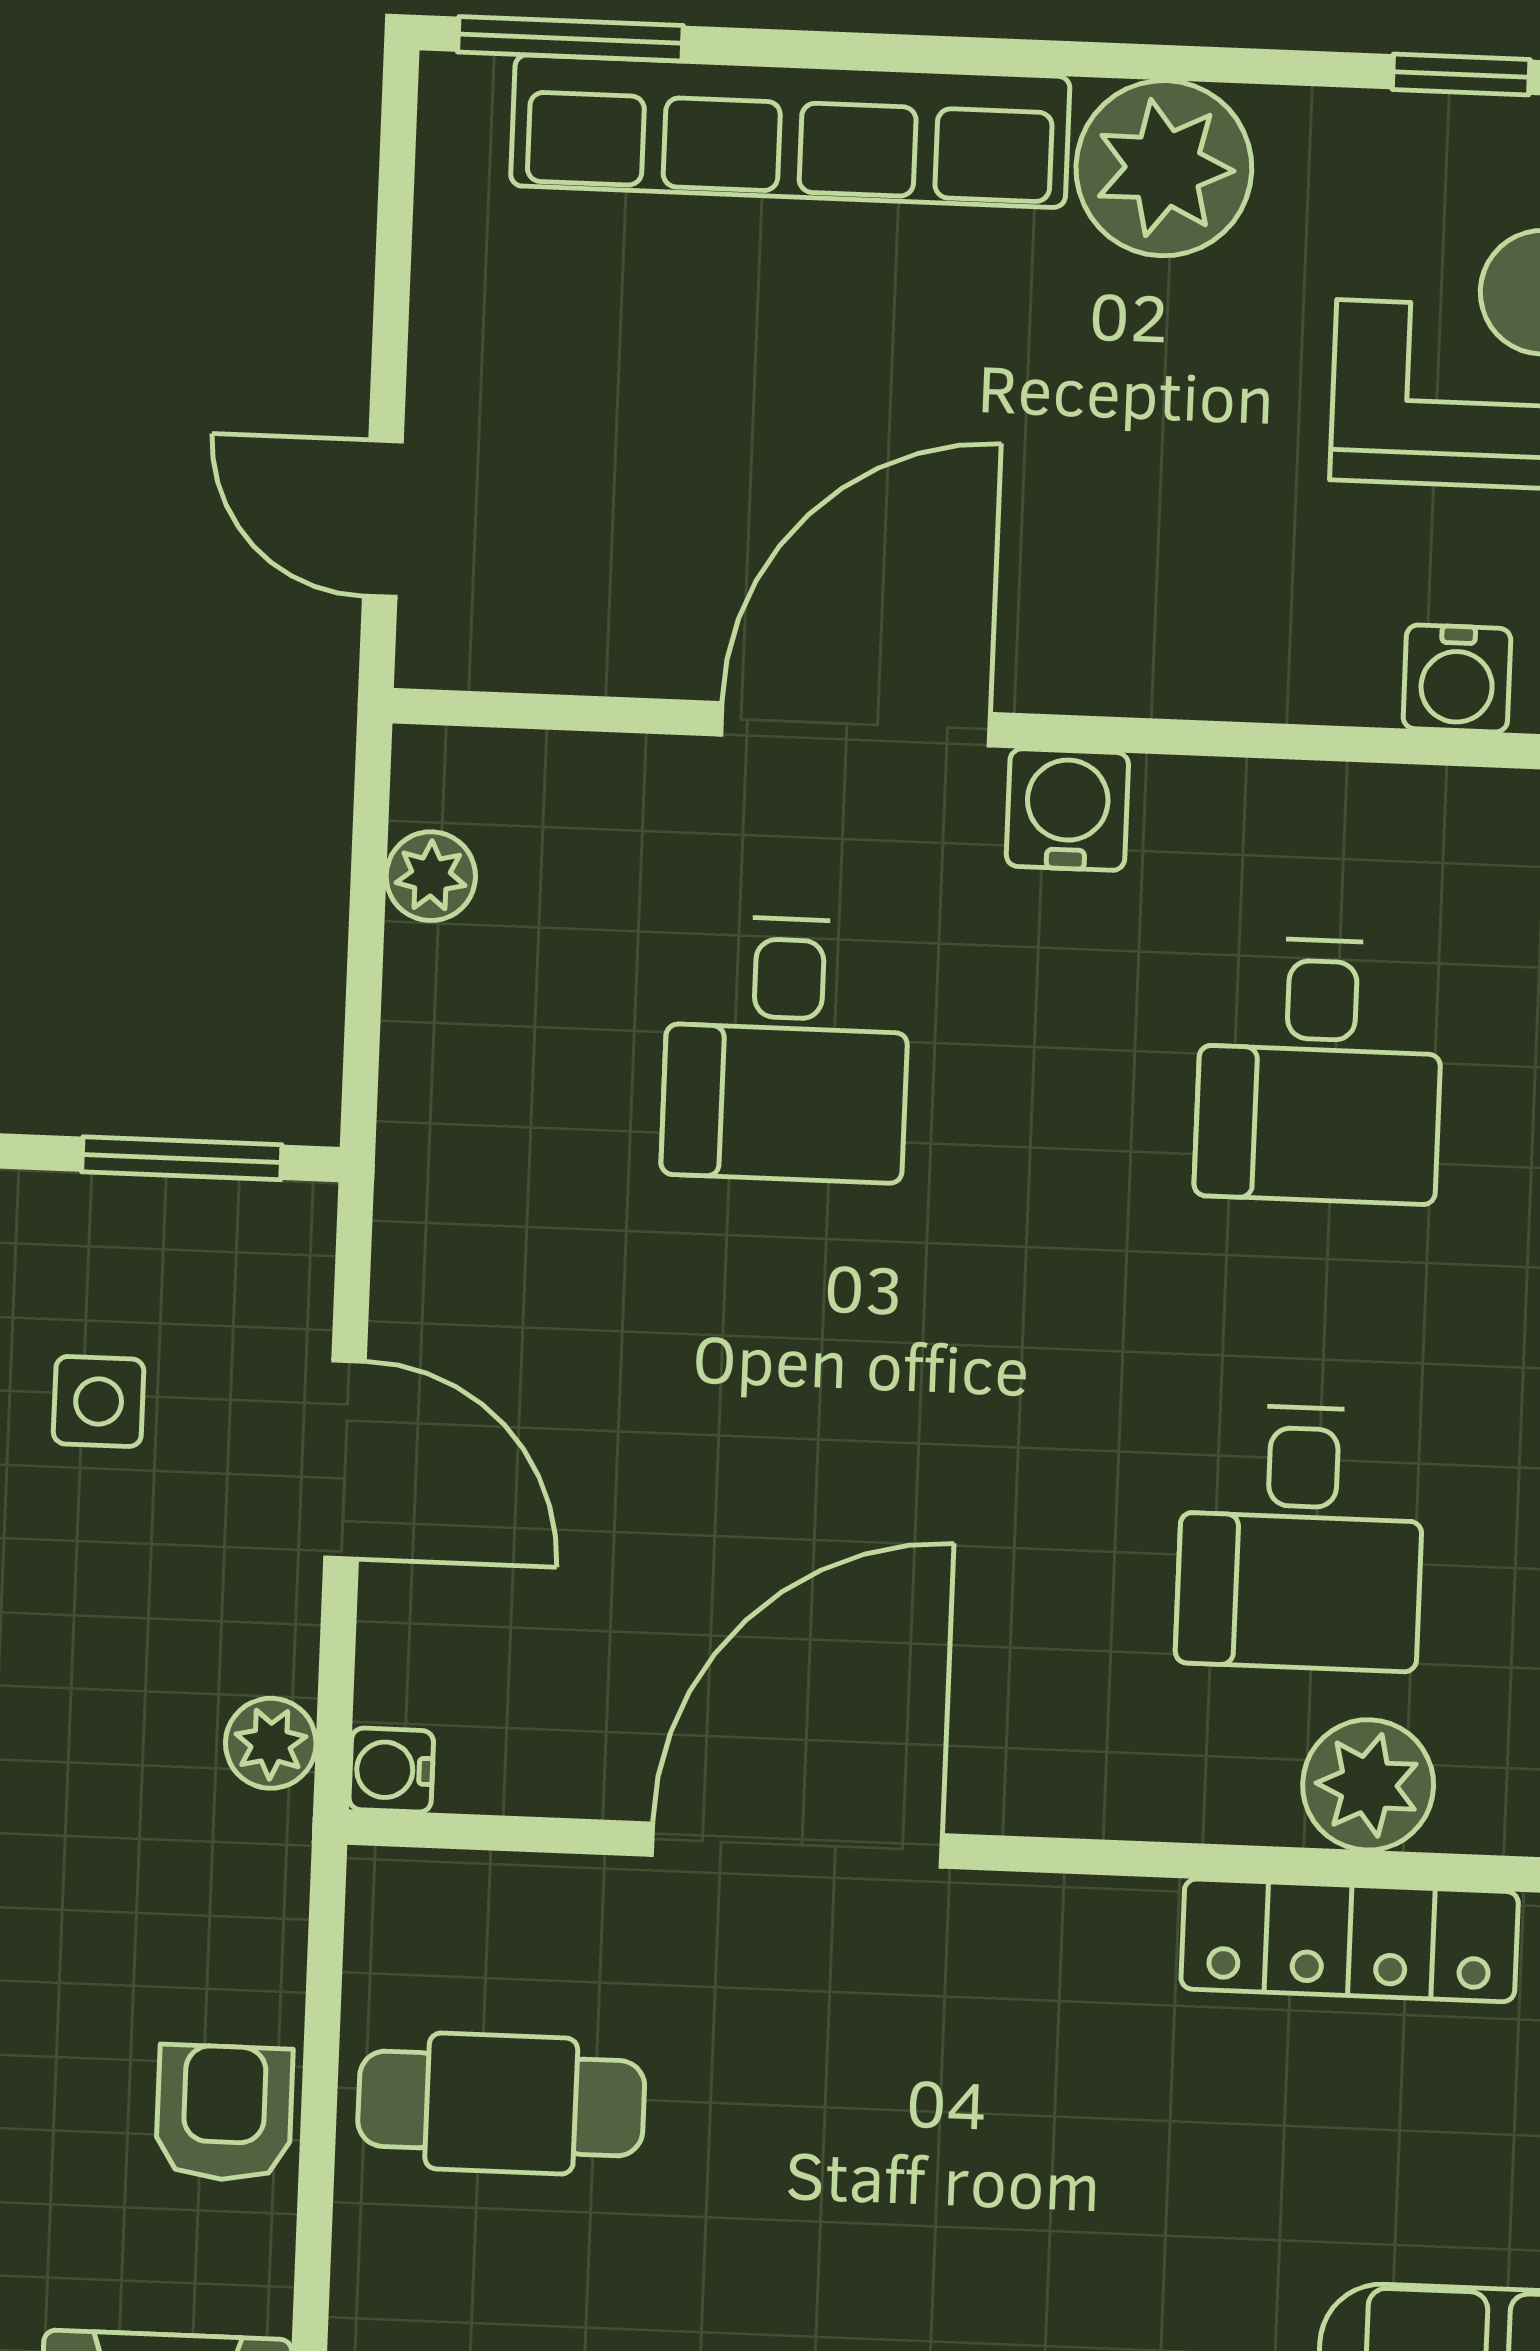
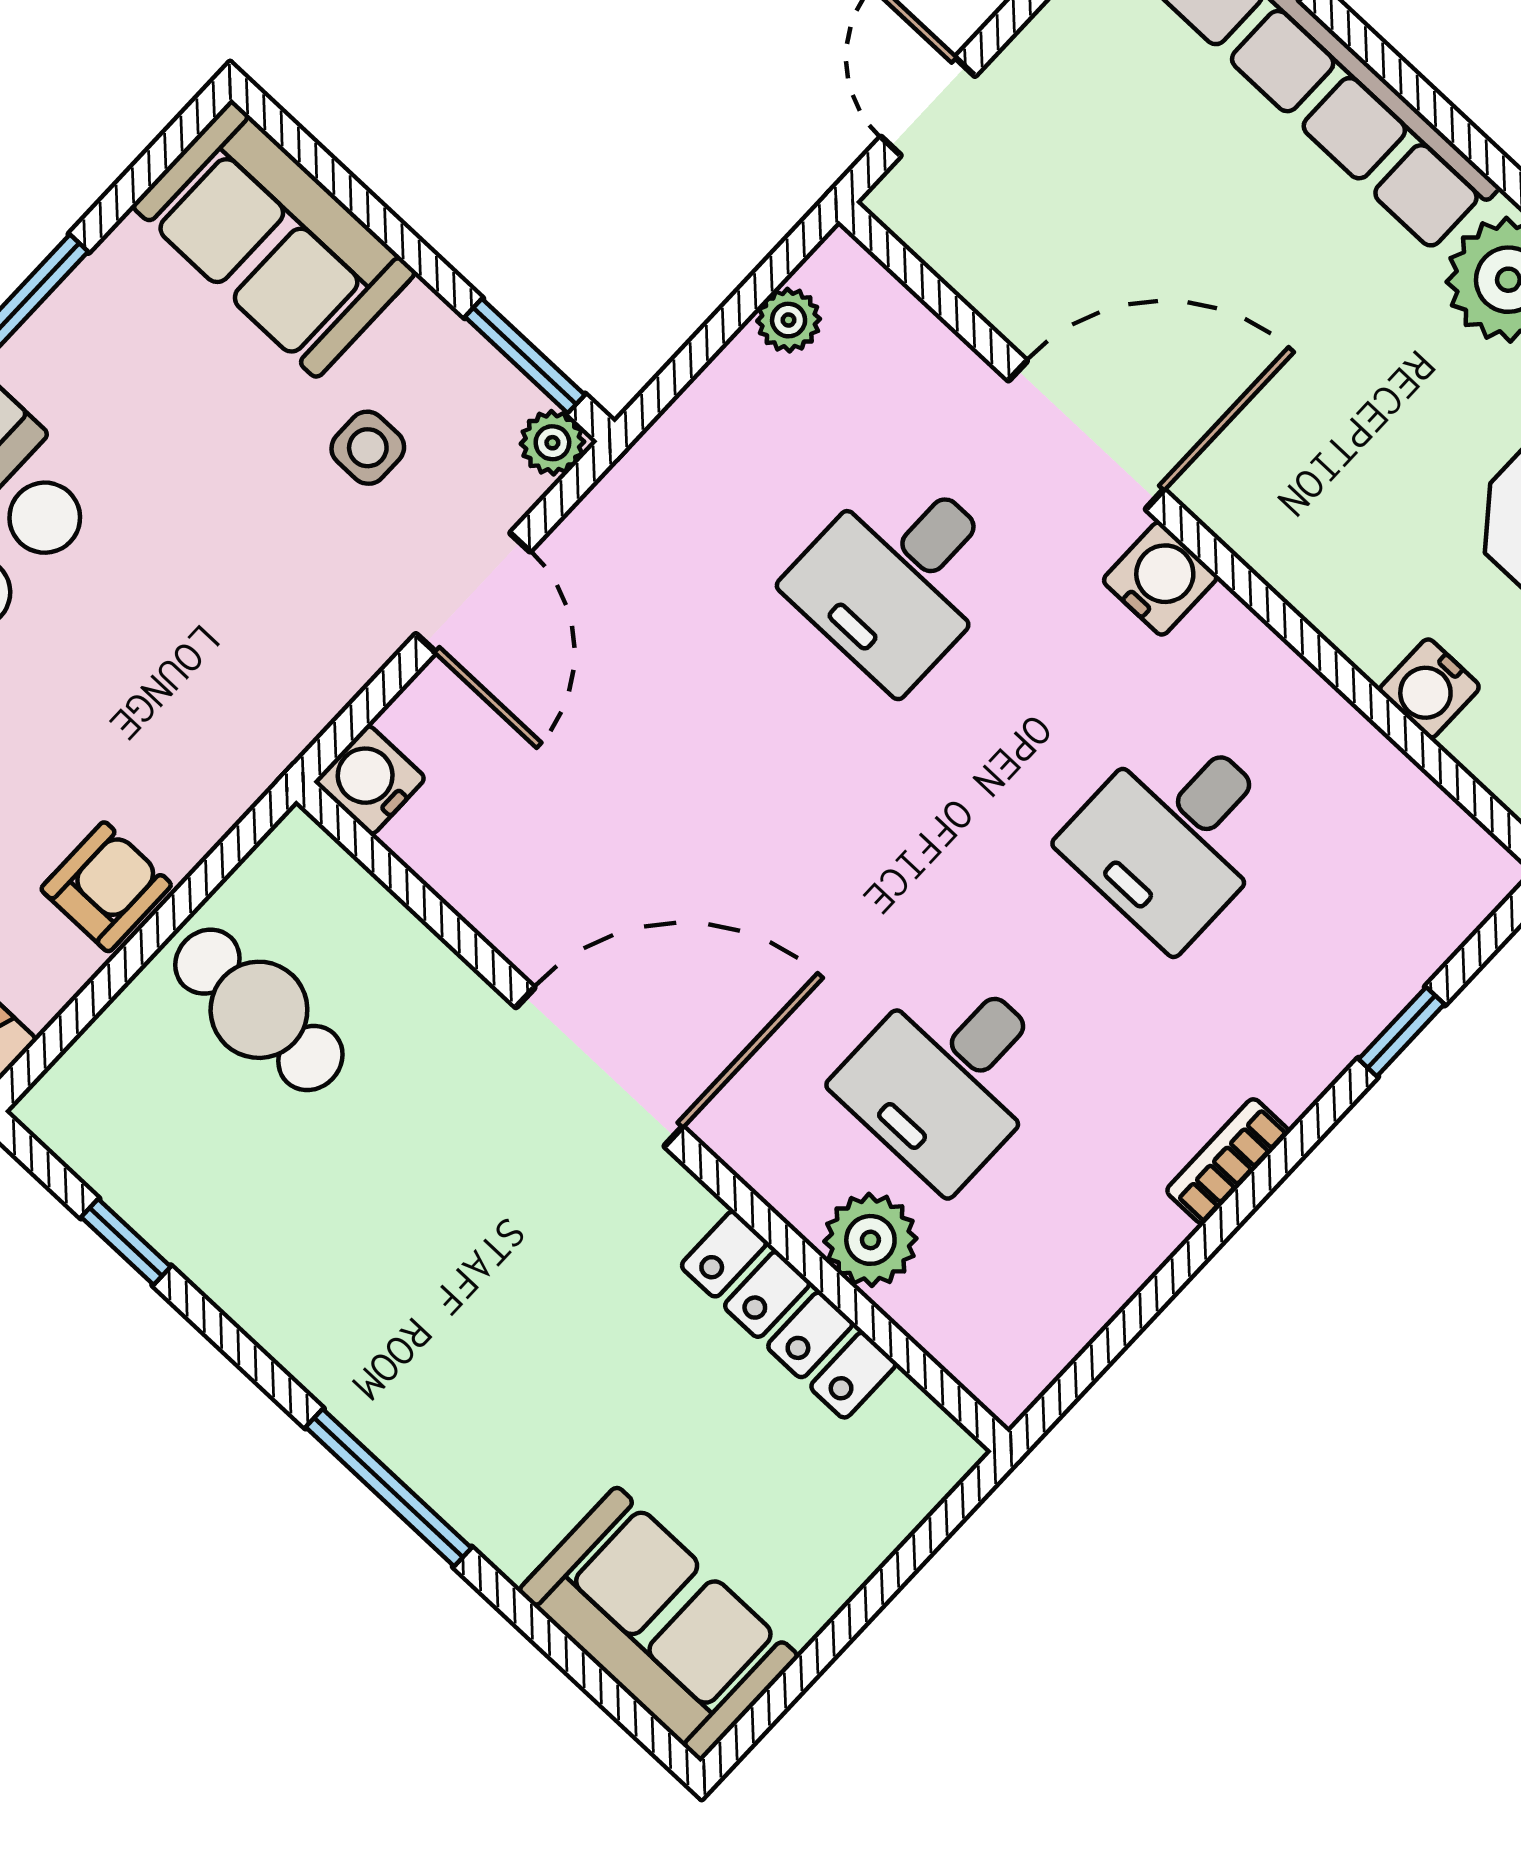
plant: (271, 1743) -> (552, 443), moved
water cooler: (391, 1770) -> (370, 780), width x1.38, depth x1.38
door: (797, 1845) -> (599, 1067), moved

